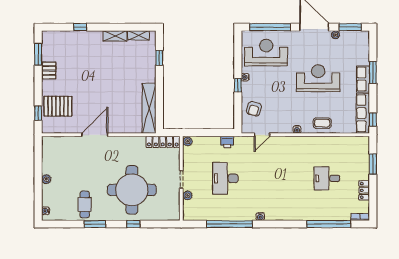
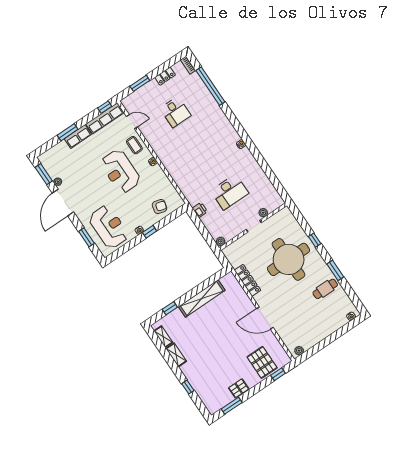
window: (270, 27) -> (87, 237), width x0.47
reception desk: (266, 53) -> (109, 227), turned 180
reception desk: (318, 78) -> (120, 171), moved
shelving: (149, 108) -> (202, 298), moved
door: (262, 135) -> (132, 122), moved
locker: (163, 142) -> (247, 280), moved
plant: (46, 179) -> (299, 351), moved
window: (229, 224) -> (263, 164), removed

